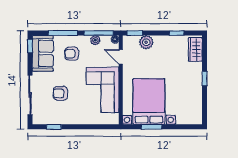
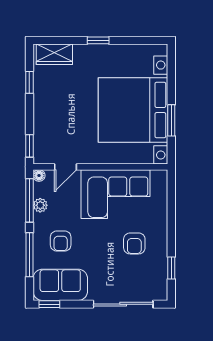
plant: (146, 42) -> (43, 128), removed
armchair: (60, 93) -> (134, 243), moved
bed with nightstands: (149, 102) -> (133, 110), width x1.36

